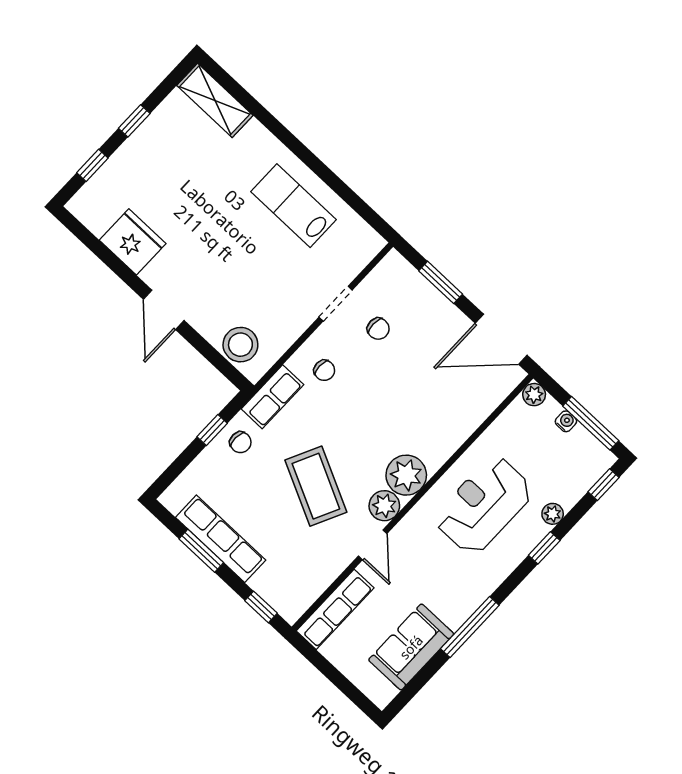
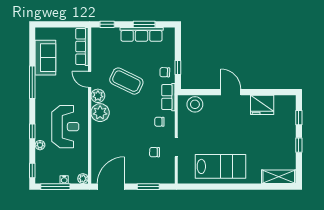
lab bench: (293, 206) -> (220, 166), width x1.36, depth x1.39

